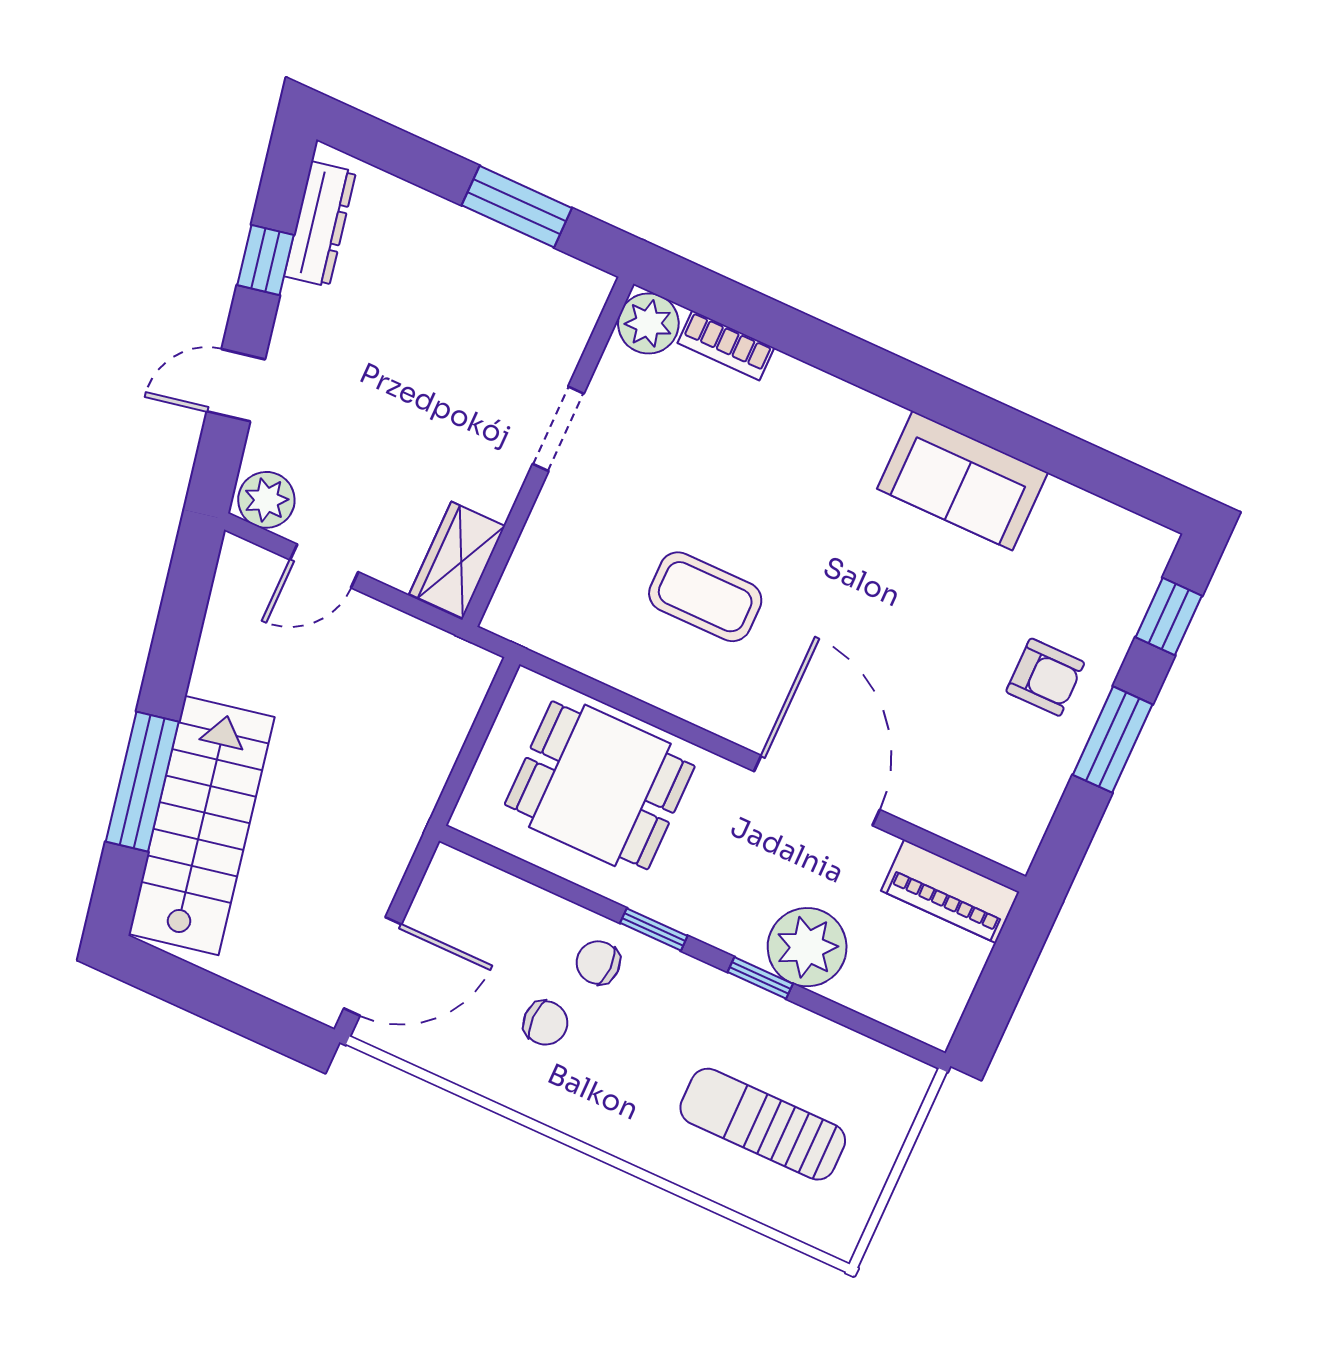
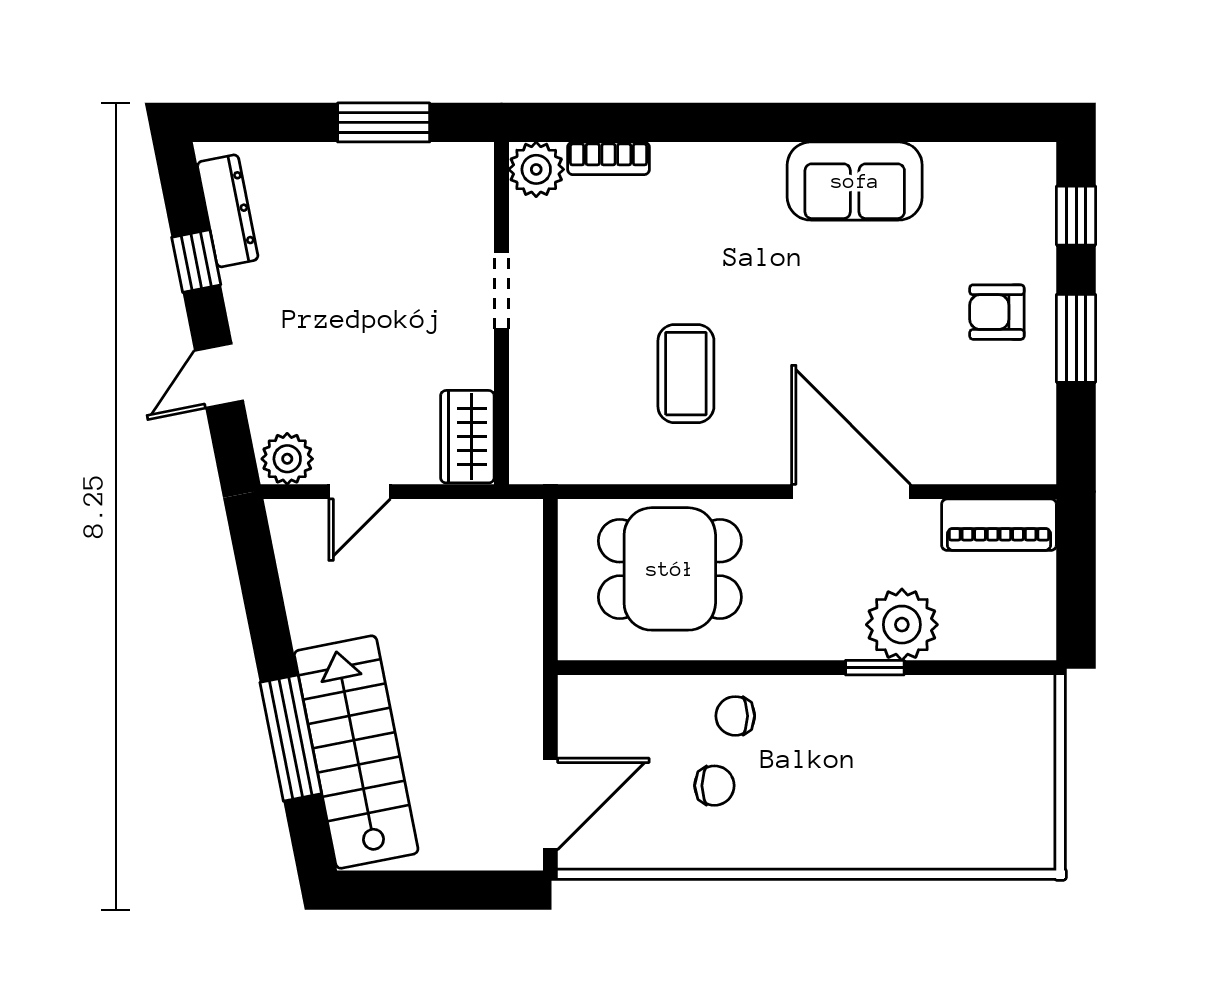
coffee table: (705, 597) -> (686, 374), turned 90
armchair: (1045, 677) -> (997, 312), turned 180
window: (654, 929) -> (769, 668), removed
sun lounger: (763, 1124) -> (932, 787), removed

